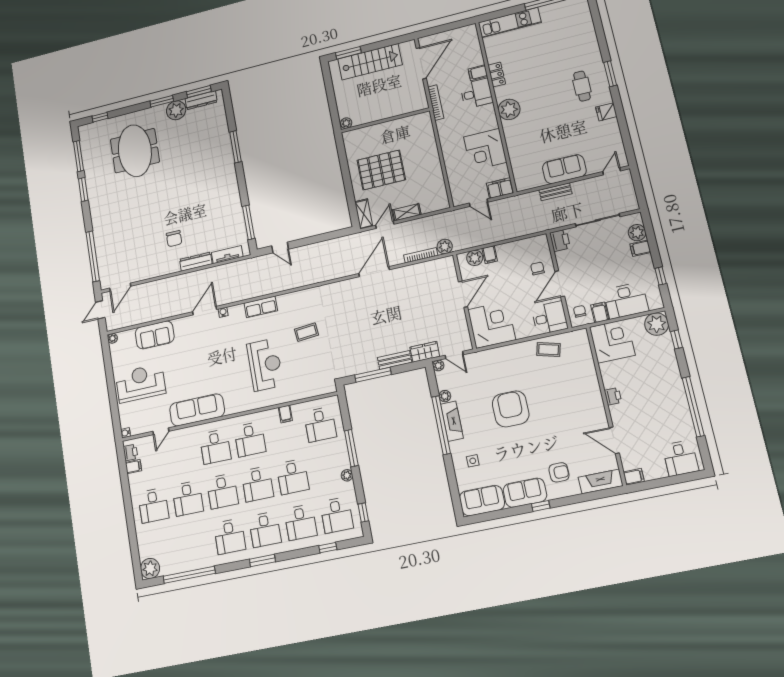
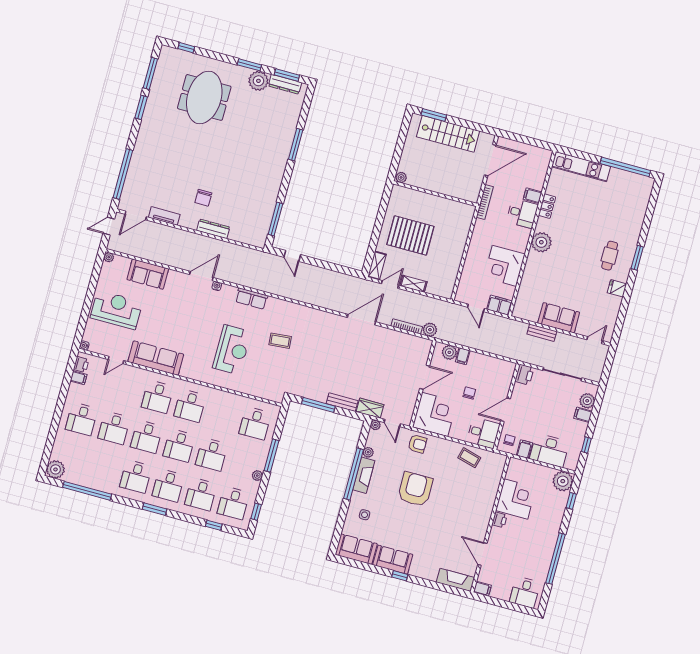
tv unit: (227, 255) -> (164, 216), moved
chair: (537, 268) -> (469, 393), moved
corner desk: (612, 341) -> (516, 499), moved
filing cabinet: (285, 414) -> (230, 400), removed
armchair: (559, 472) -> (417, 444), moved

